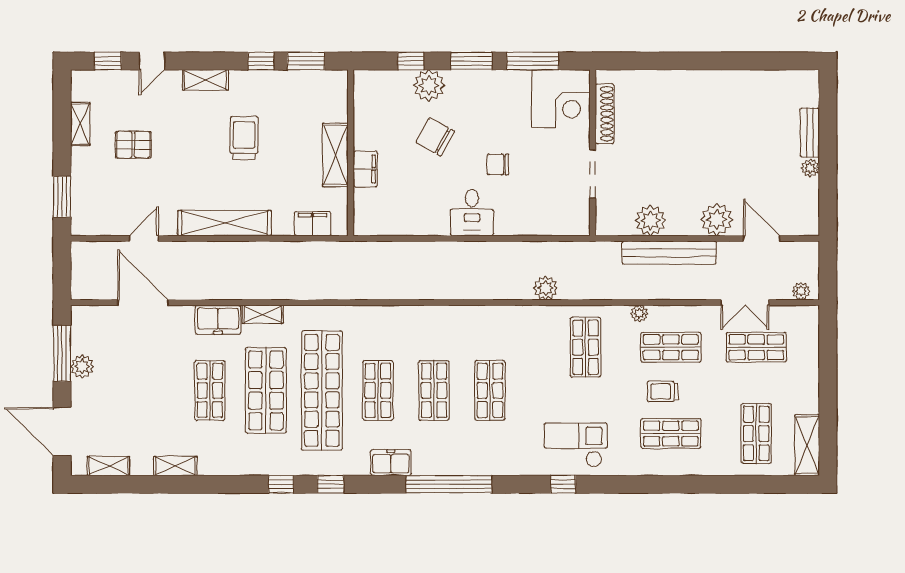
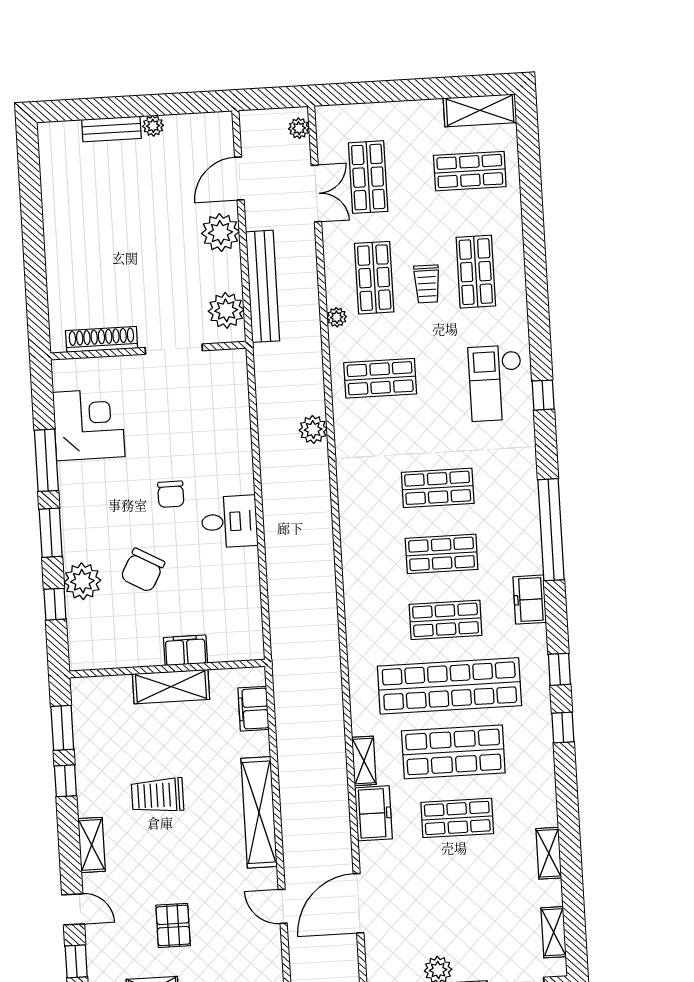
shoe rack: (605, 114) -> (102, 339), moved
wall: (593, 153) -> (148, 351), moved
doorway: (593, 174) -> (174, 349), moved

